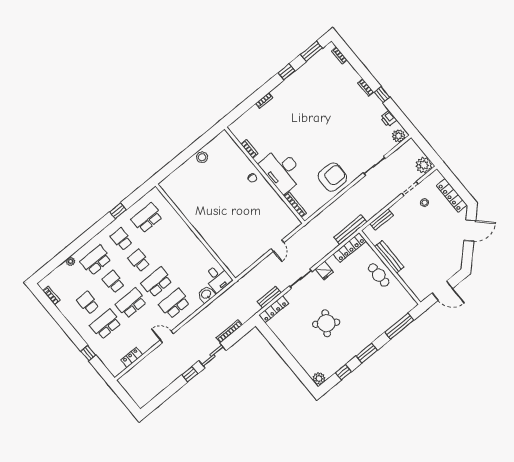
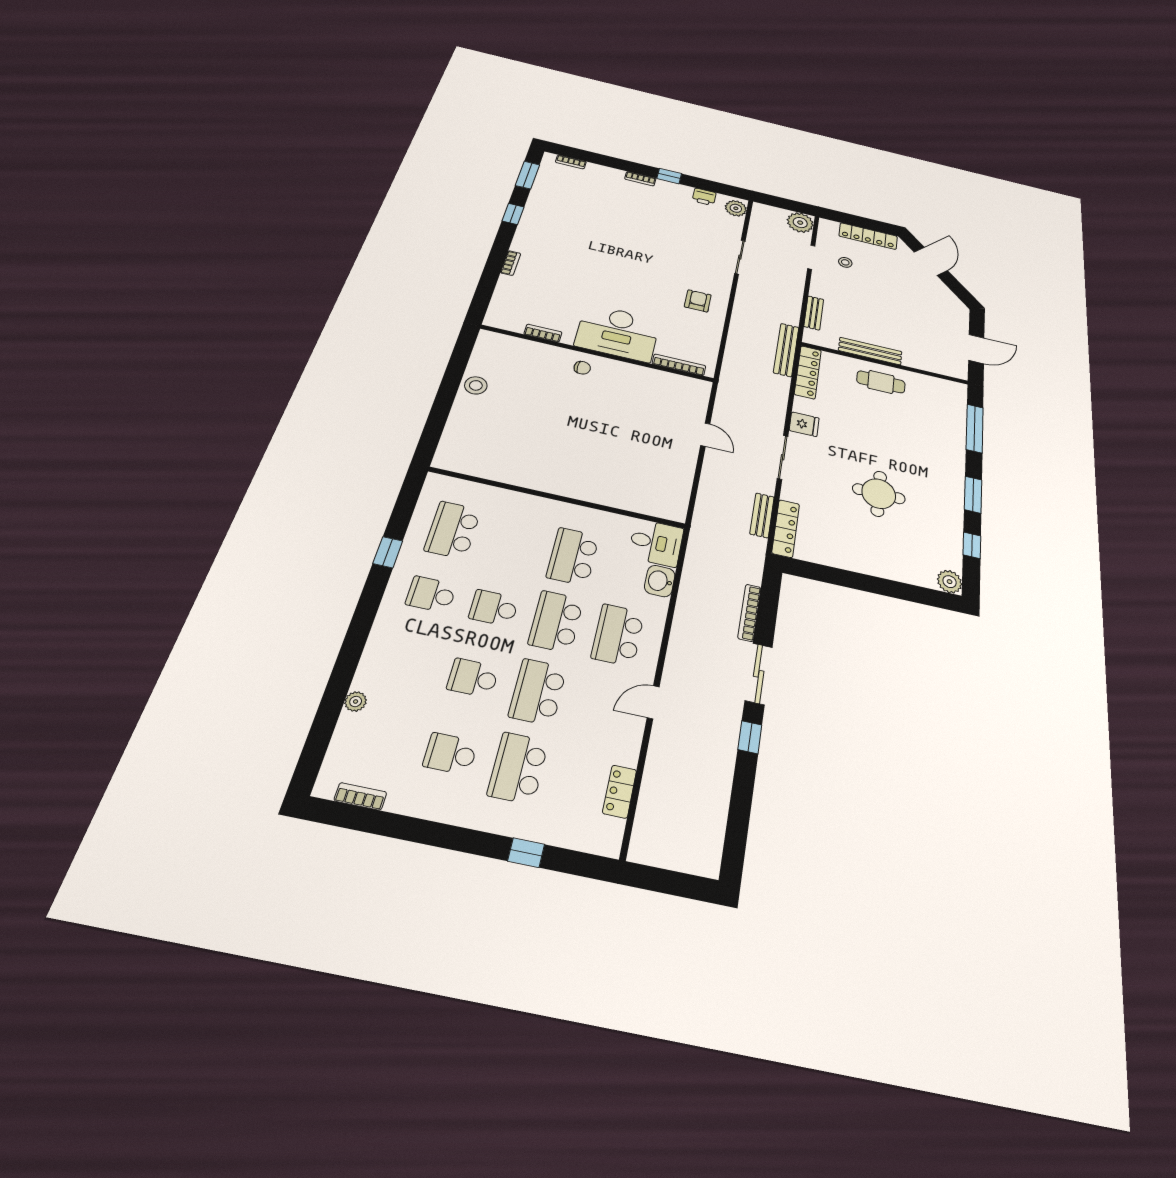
armchair: (332, 177) -> (698, 301), width x0.53, depth x0.53
school desk: (96, 260) -> (573, 556), moved
round table: (326, 323) -> (879, 494), turned -34

